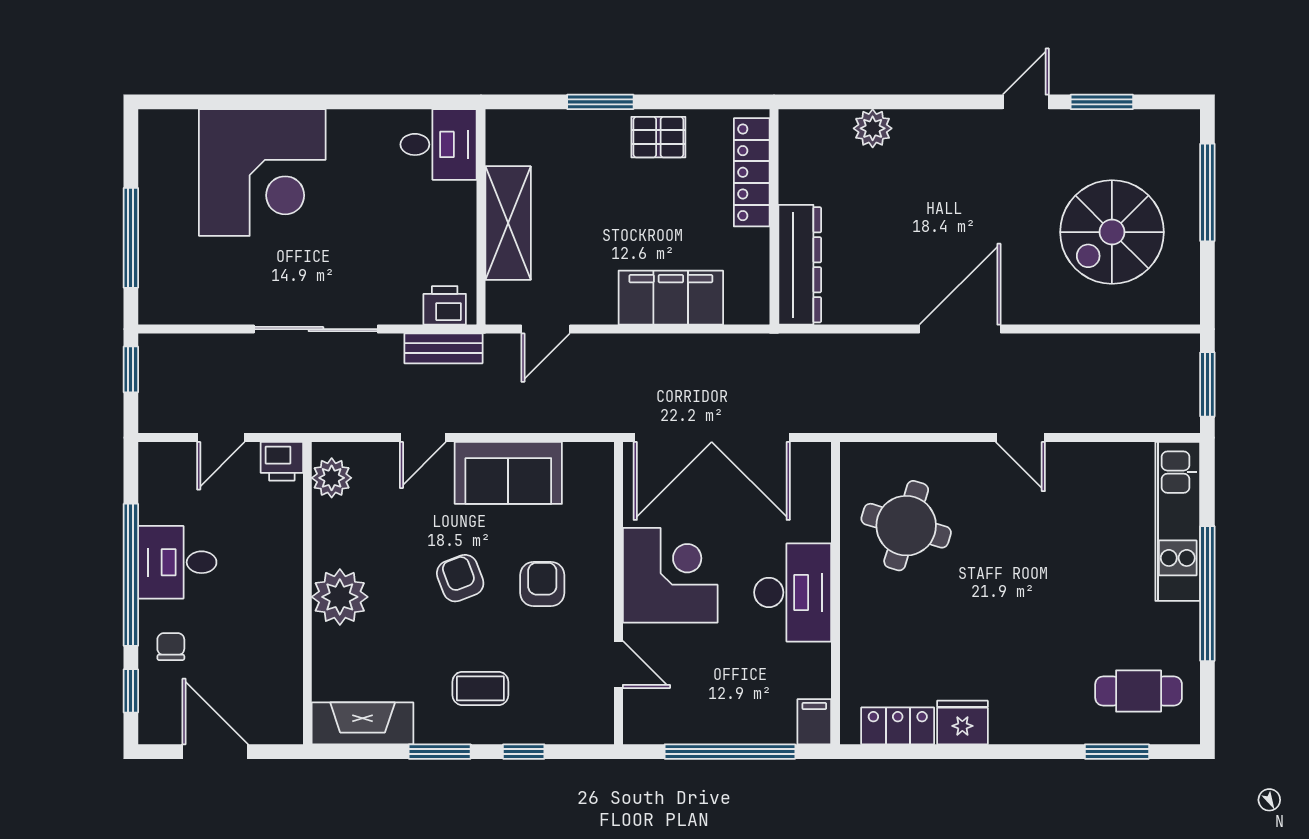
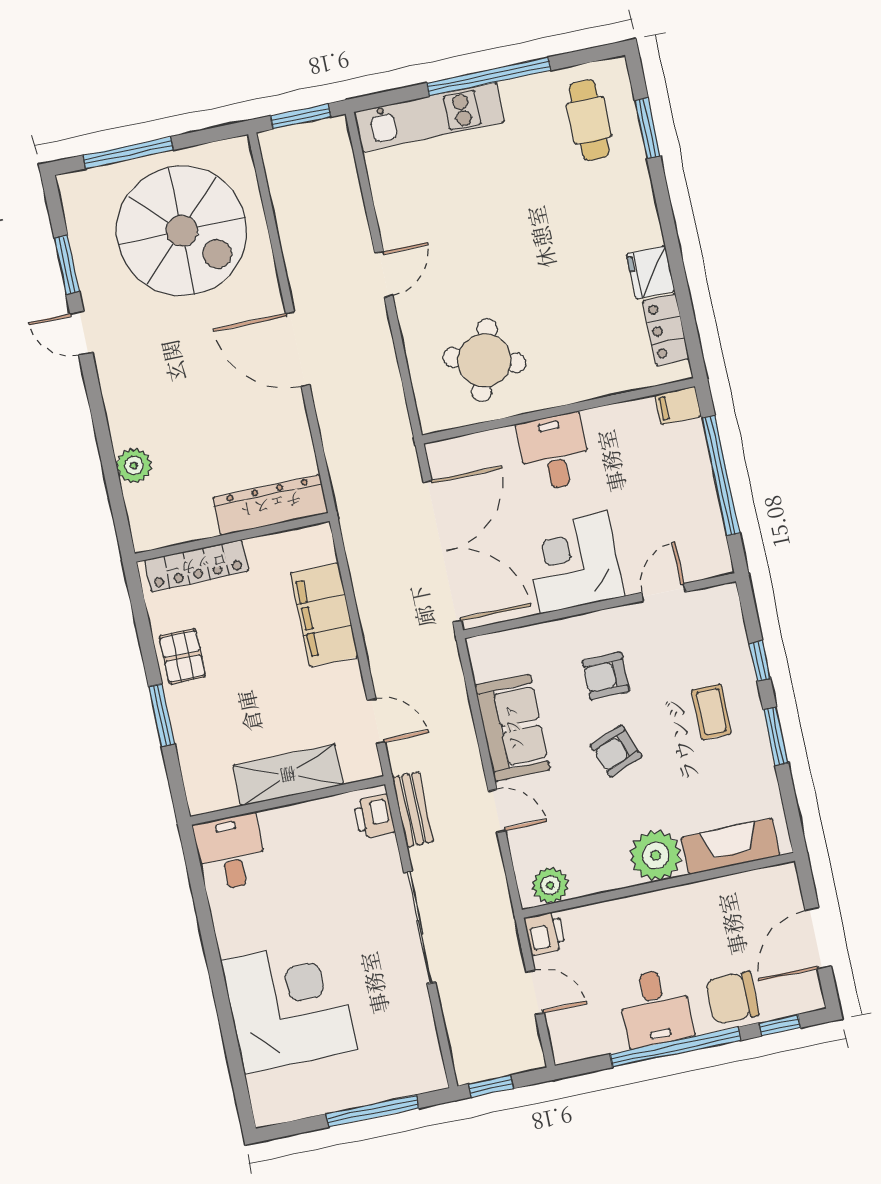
spiral stairs: (1112, 232) -> (182, 231), width x1.37, depth x1.37
desk: (793, 592) -> (554, 452), width x0.73
chair: (171, 647) -> (732, 998), width x1.87, depth x1.87
fireplace: (363, 723) -> (731, 846), moved, turned 90

